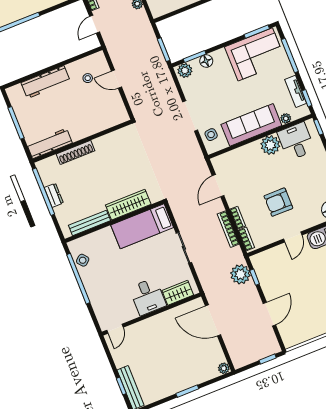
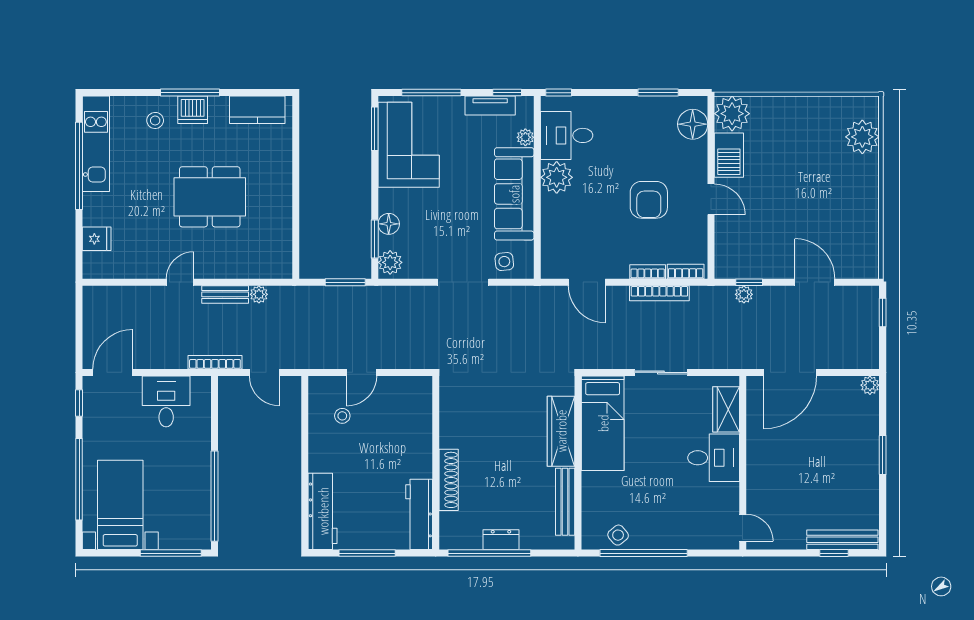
workbench: (46, 82) -> (323, 511), moved
plant: (240, 274) -> (744, 294), width x0.53, depth x0.53

